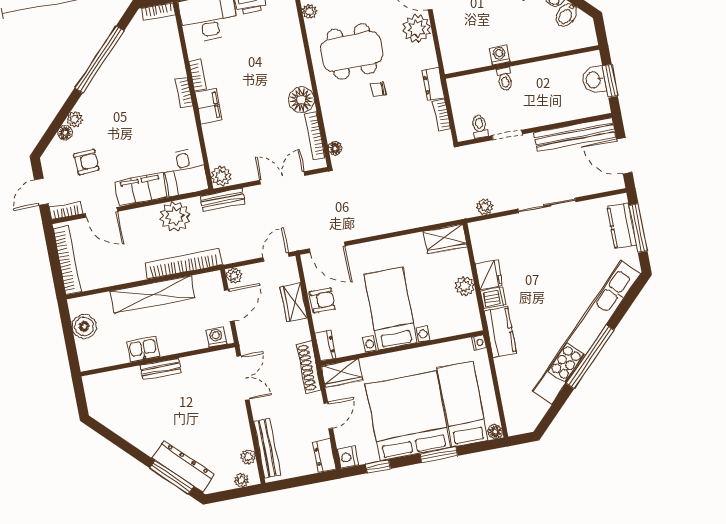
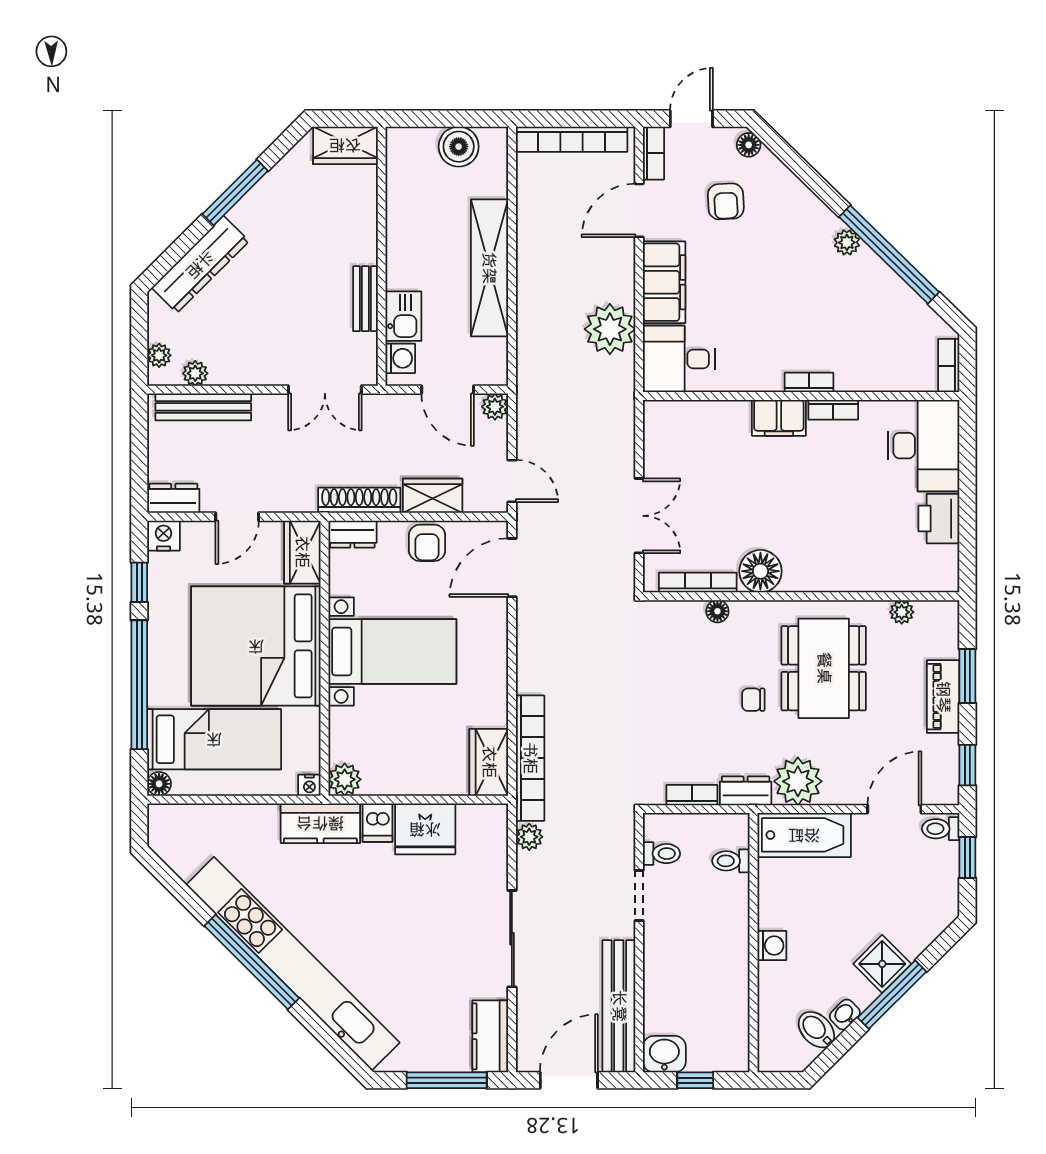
plant: (417, 29) -> (798, 781), moved
bathtub: (453, 44) -> (804, 835), added
washing machine: (499, 55) -> (772, 946), moved
toilet: (505, 79) -> (731, 861), moved
washbasin: (594, 80) -> (664, 1054), moved
window: (610, 81) -> (695, 1080), width x0.67
chair: (378, 89) -> (753, 700), turned -90
plant: (75, 119) -> (847, 242), moved
floor lamp: (65, 133) -> (749, 145), moved
floor lamp: (335, 148) -> (717, 611), moved
plant: (221, 176) -> (661, 417), removed
door: (41, 192) -> (691, 119), hinge flipped
bench: (223, 200) -> (622, 412), removed
kitchen counter: (622, 226) -> (490, 1036), moved, turned -90
bookcase: (184, 264) -> (530, 758), moved
fridge: (489, 275) -> (425, 829), width x1.36, depth x1.34
plant: (465, 286) -> (345, 779), moved
kitchen sink: (143, 349) -> (403, 316), moved
shoe rack: (309, 367) -> (359, 500), moved
bench: (161, 369) -> (365, 299), moved
wardrobe: (96, 394) -> (345, 145), added
door: (328, 416) -> (237, 517), hinge flipped
bed: (408, 416) -> (256, 646), moved, turned 180
window: (439, 455) -> (139, 685), width x2.11
window: (172, 477) -> (235, 192), moved

